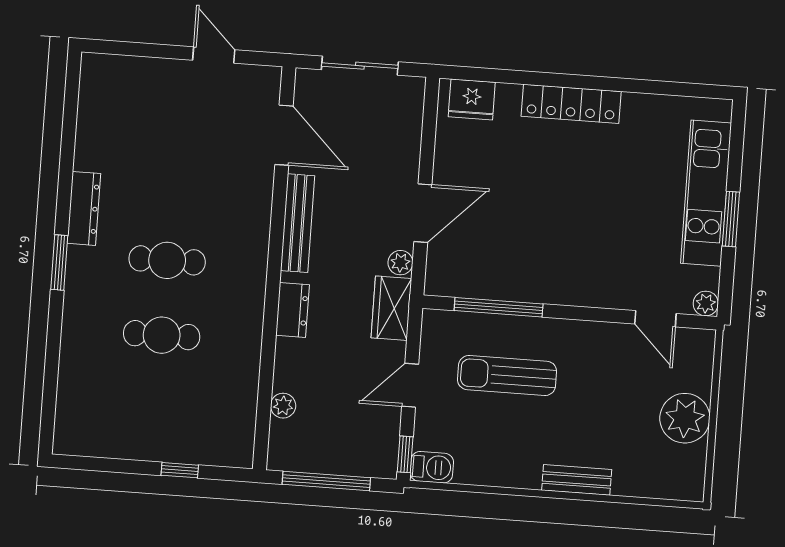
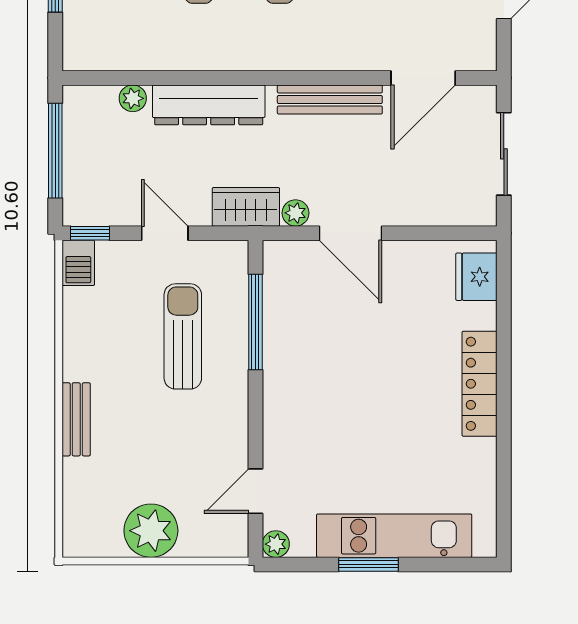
dresser: (293, 310) -> (209, 105), width x1.96, depth x1.24

